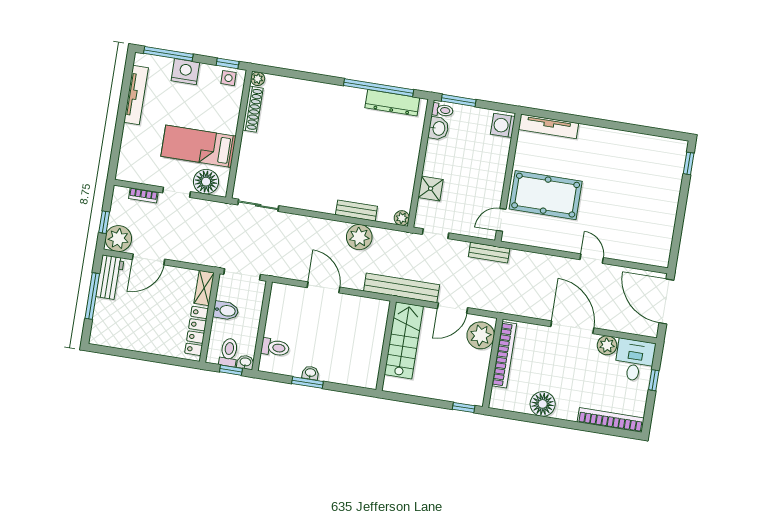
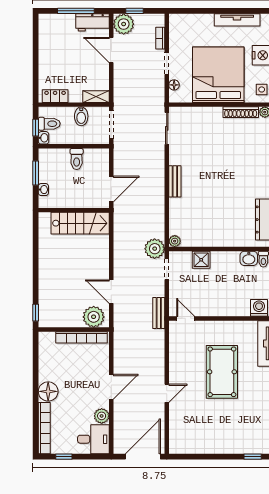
bed: (198, 146) -> (218, 75), width x2.04
floor lamp: (206, 182) -> (174, 85), width x0.53, depth x0.53
pool table: (546, 195) -> (222, 372), moved
bench: (356, 211) -> (175, 181), moved
plant: (359, 237) -> (155, 249), moved
bench: (402, 288) -> (121, 250), removed
door: (572, 327) -> (111, 387), width x0.73
locker: (197, 331) -> (55, 96), width x0.66
stairs: (404, 340) -> (80, 223), moved
wall: (386, 346) -> (74, 210), moved
toilet: (275, 347) -> (77, 159), moved
window: (654, 380) -> (64, 457), moved
window: (307, 382) -> (36, 173), moved
floor lamp: (543, 404) -> (48, 391), moved

